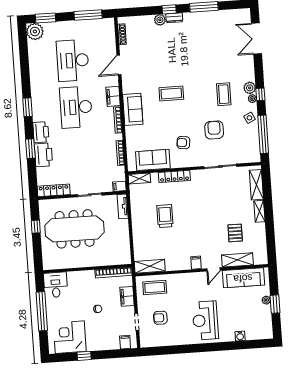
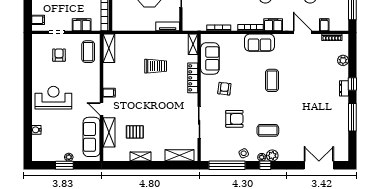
plant: (160, 20) -> (343, 60), moved
filing cabinet: (119, 186) -> (324, 25), moved
shelving: (259, 211) -> (141, 157), moved

